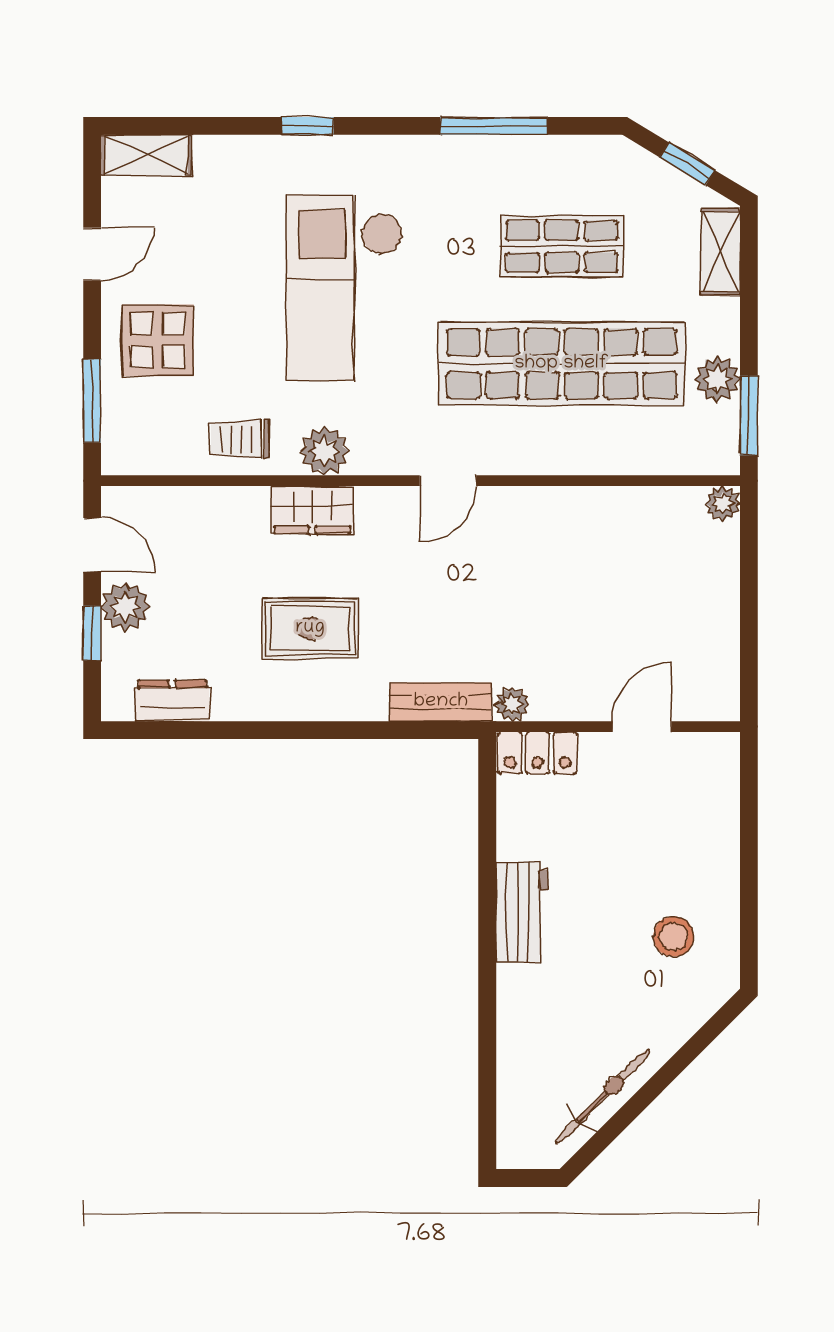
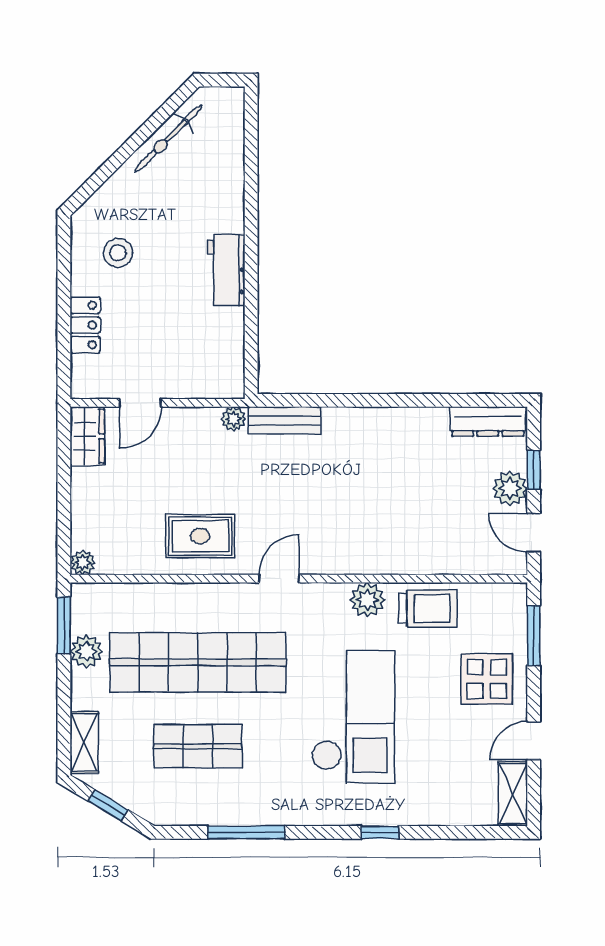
shelving: (146, 155) -> (513, 794), moved, turned 90
trolley: (240, 439) -> (428, 609), width x1.36, depth x1.39
wardrobe: (312, 510) -> (87, 436), moved, turned 90
rug: (310, 628) -> (200, 536), moved
dresser: (172, 701) -> (488, 421), width x1.44
locker: (538, 753) -> (85, 325), moved, turned 90

